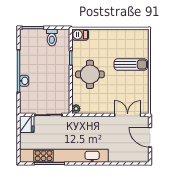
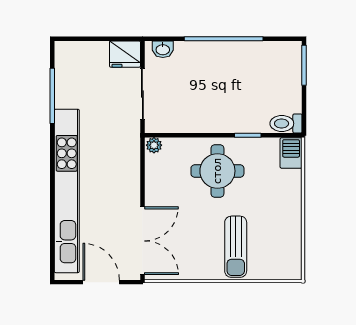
toilet: (52, 37) -> (286, 123), moved
washbasin: (24, 81) -> (163, 49), moved
double door: (128, 115) -> (142, 241), width x1.37
door: (150, 137) -> (101, 282), hinge flipped
kitchen unit: (64, 156) -> (67, 191), moved

